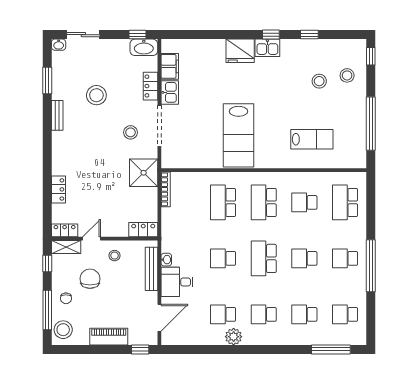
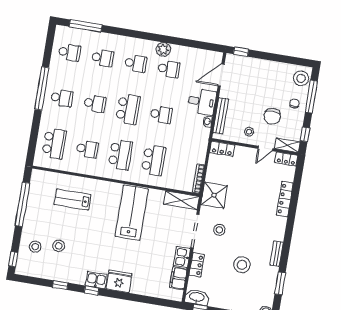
shelving: (182, 160) -> (181, 200), added
locker: (58, 189) -> (285, 199), width x1.53
piano: (109, 337) -> (265, 66), removed

